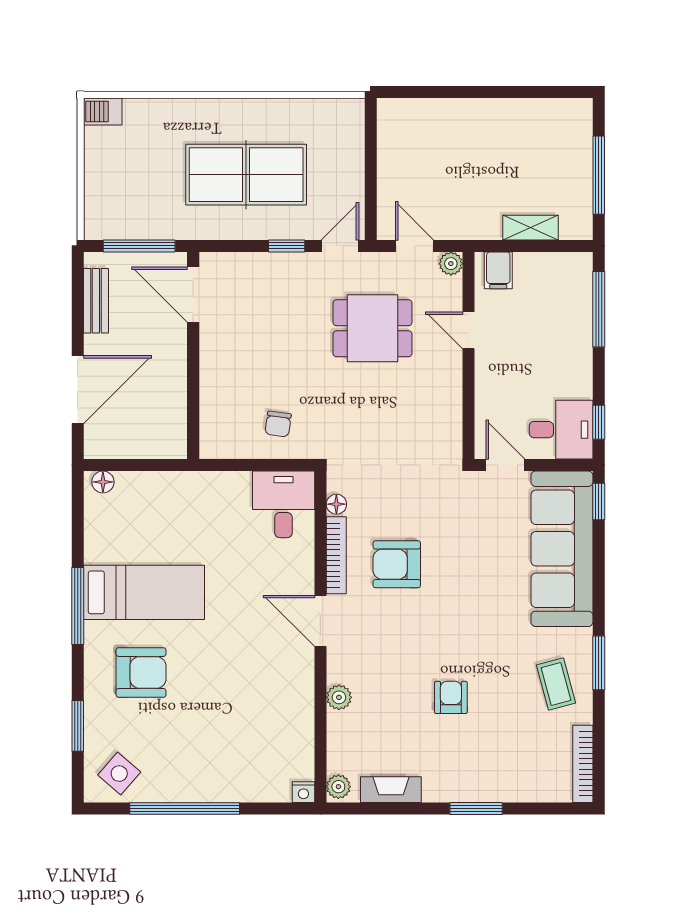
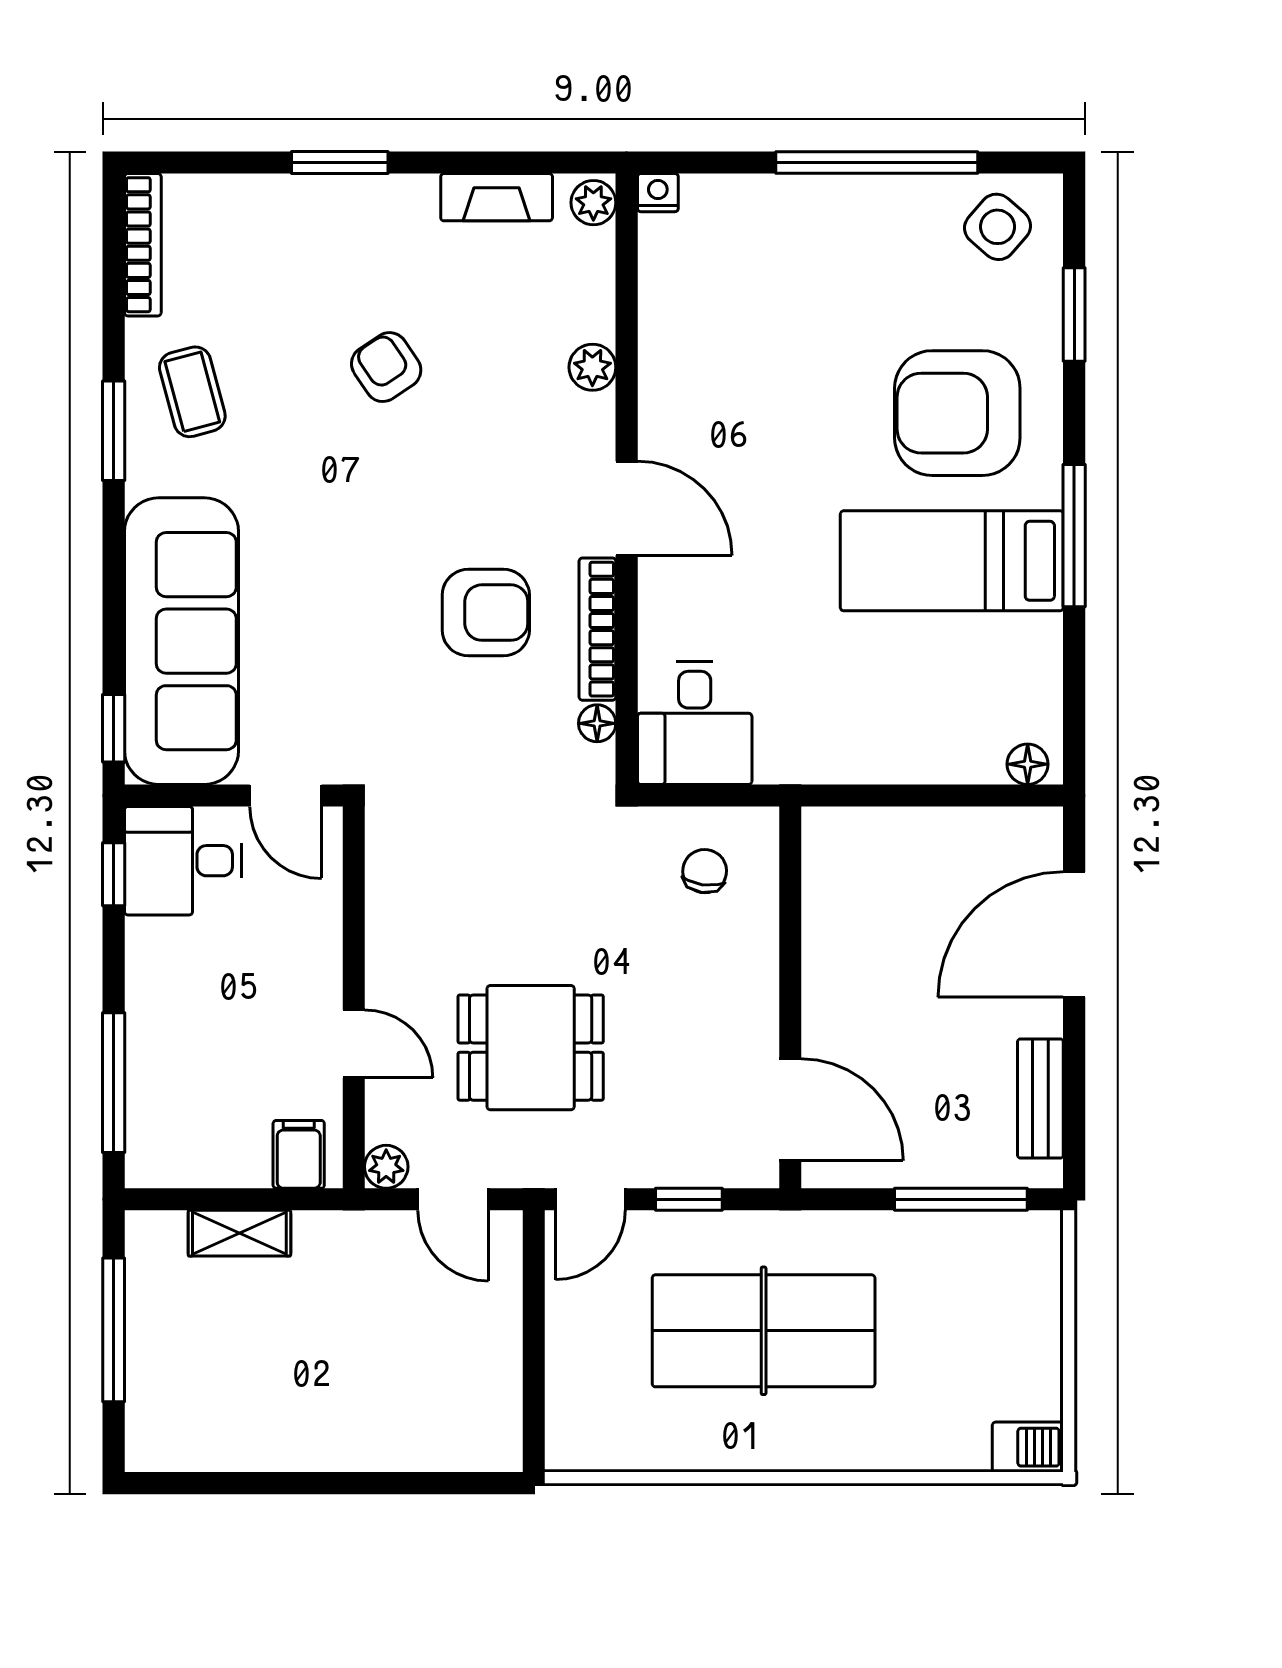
door: (193, 295) -> (790, 1110), moved
wall: (193, 355) -> (790, 997), moved
armchair: (141, 672) -> (957, 413), width x1.36, depth x1.36
armchair: (451, 697) -> (386, 367), turned 146

